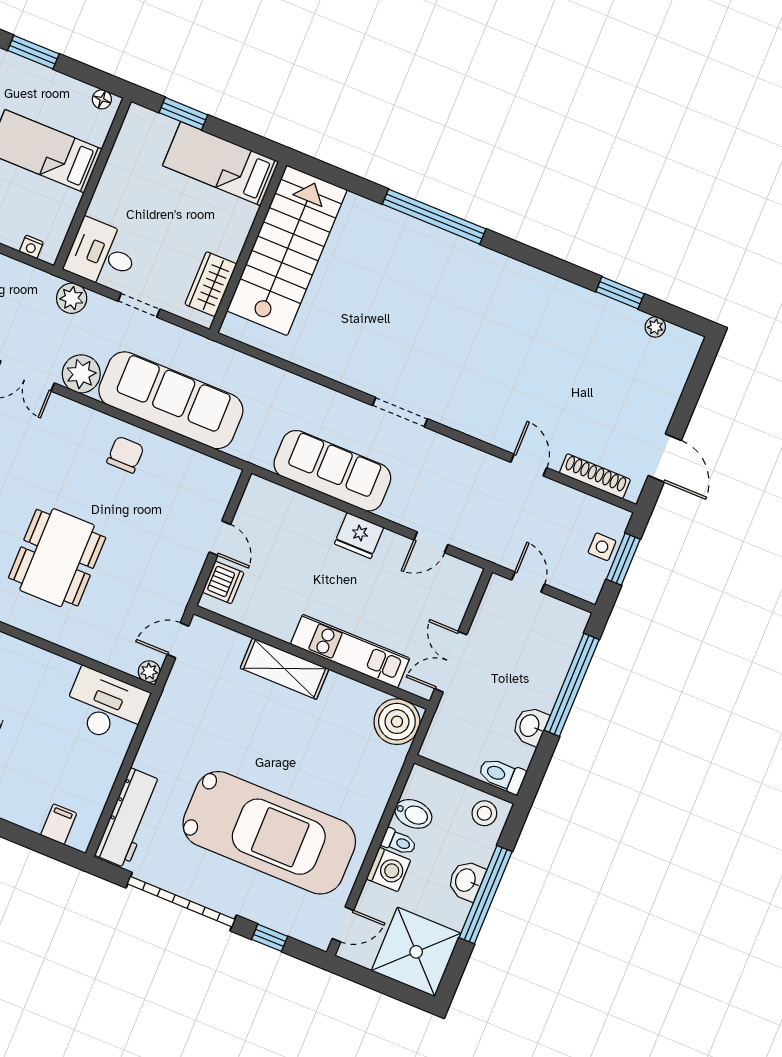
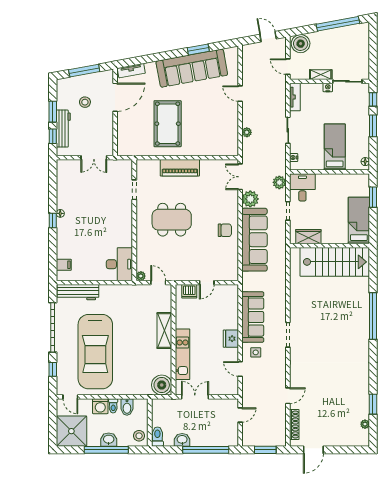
side table: (602, 547) -> (256, 352), moved

